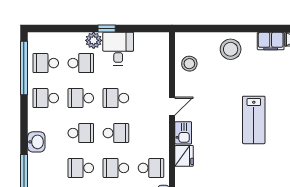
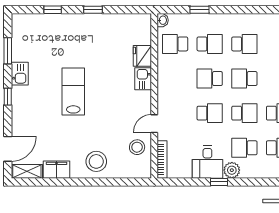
bookcase: (164, 51) -> (162, 159), added
door: (172, 106) -> (154, 124), moved

